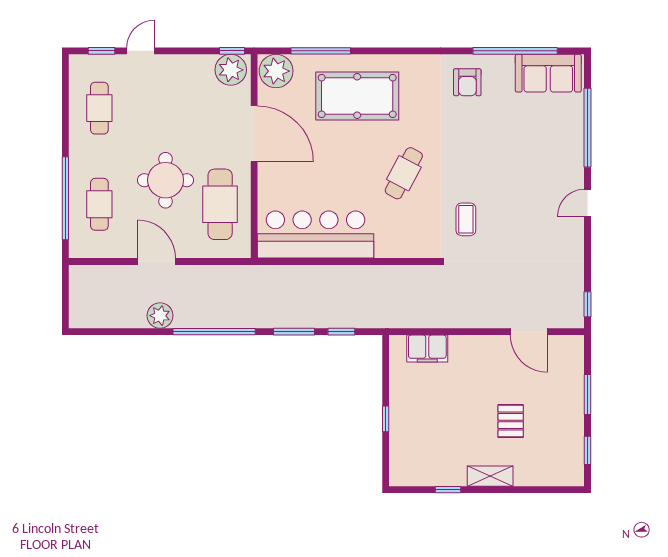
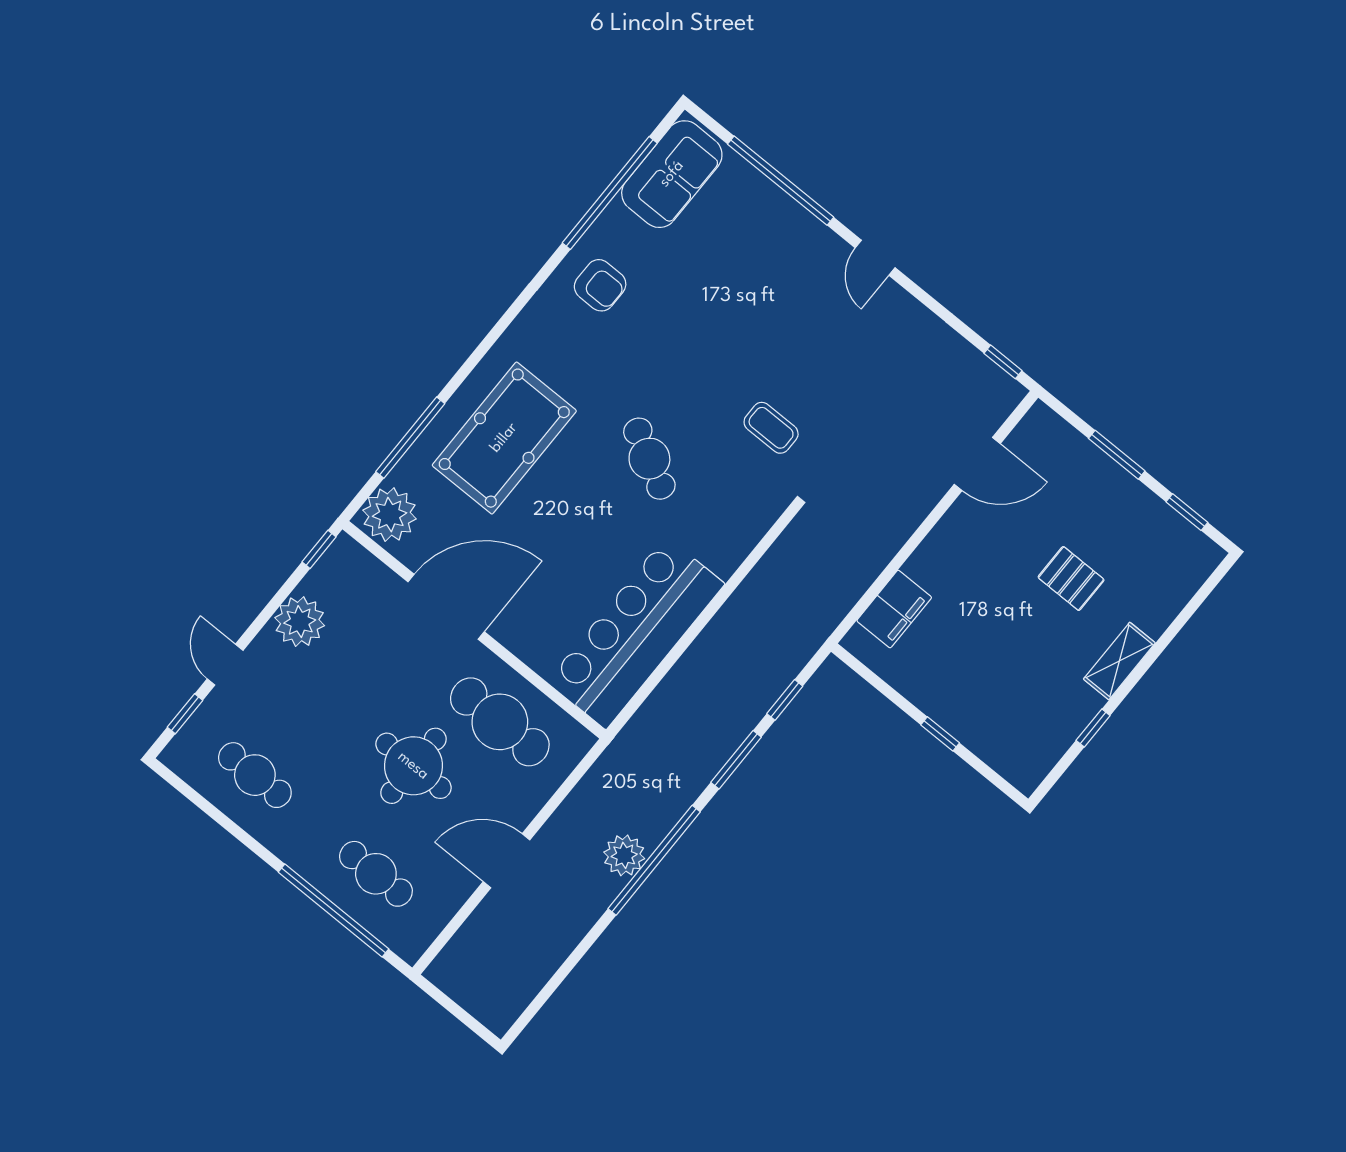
plant: (231, 70) -> (300, 622), moved
plant: (160, 316) -> (624, 855), moved

